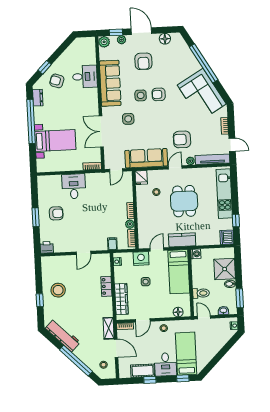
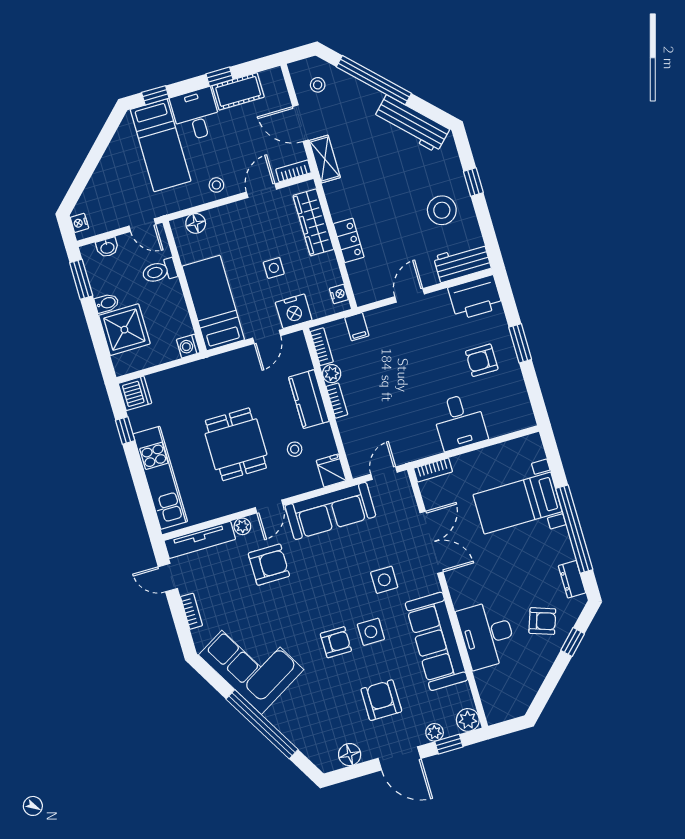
desk: (85, 77) -> (487, 635), width x1.37
kitchen counter: (182, 240) -> (309, 399), moved, turned 90
printer: (47, 247) -> (475, 298), width x1.87, depth x1.48
workbench: (54, 263) -> (462, 262), added

